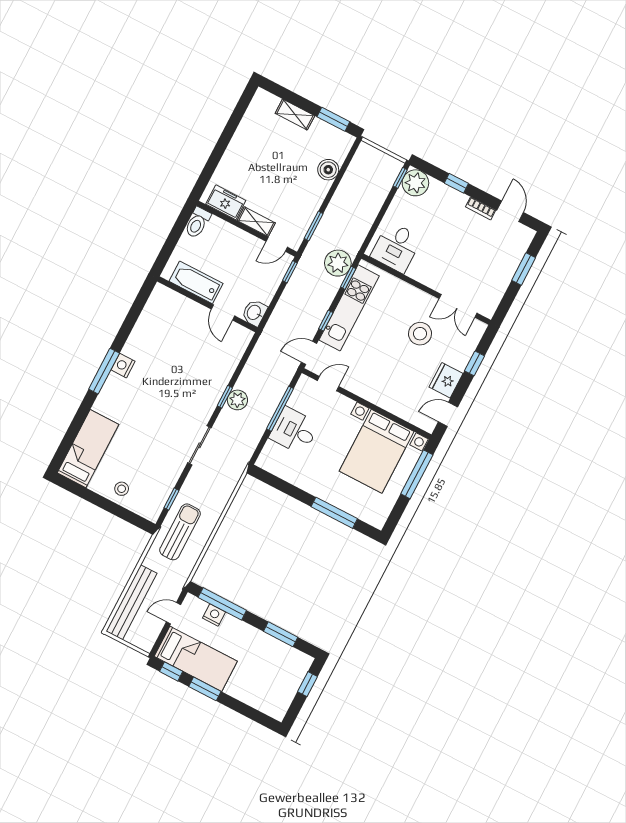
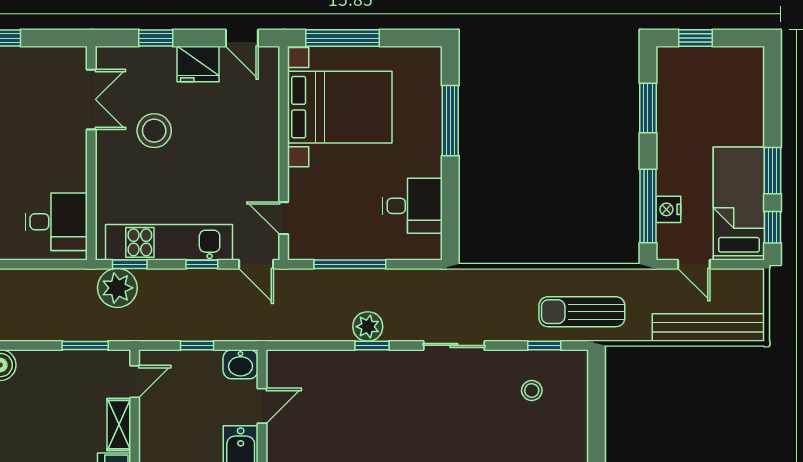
door: (277, 244) -> (135, 382), hinge flipped
window: (290, 272) -> (197, 345), moved
desk: (294, 431) -> (412, 206), moved, turned -90
stool: (122, 489) -> (532, 390), moved

